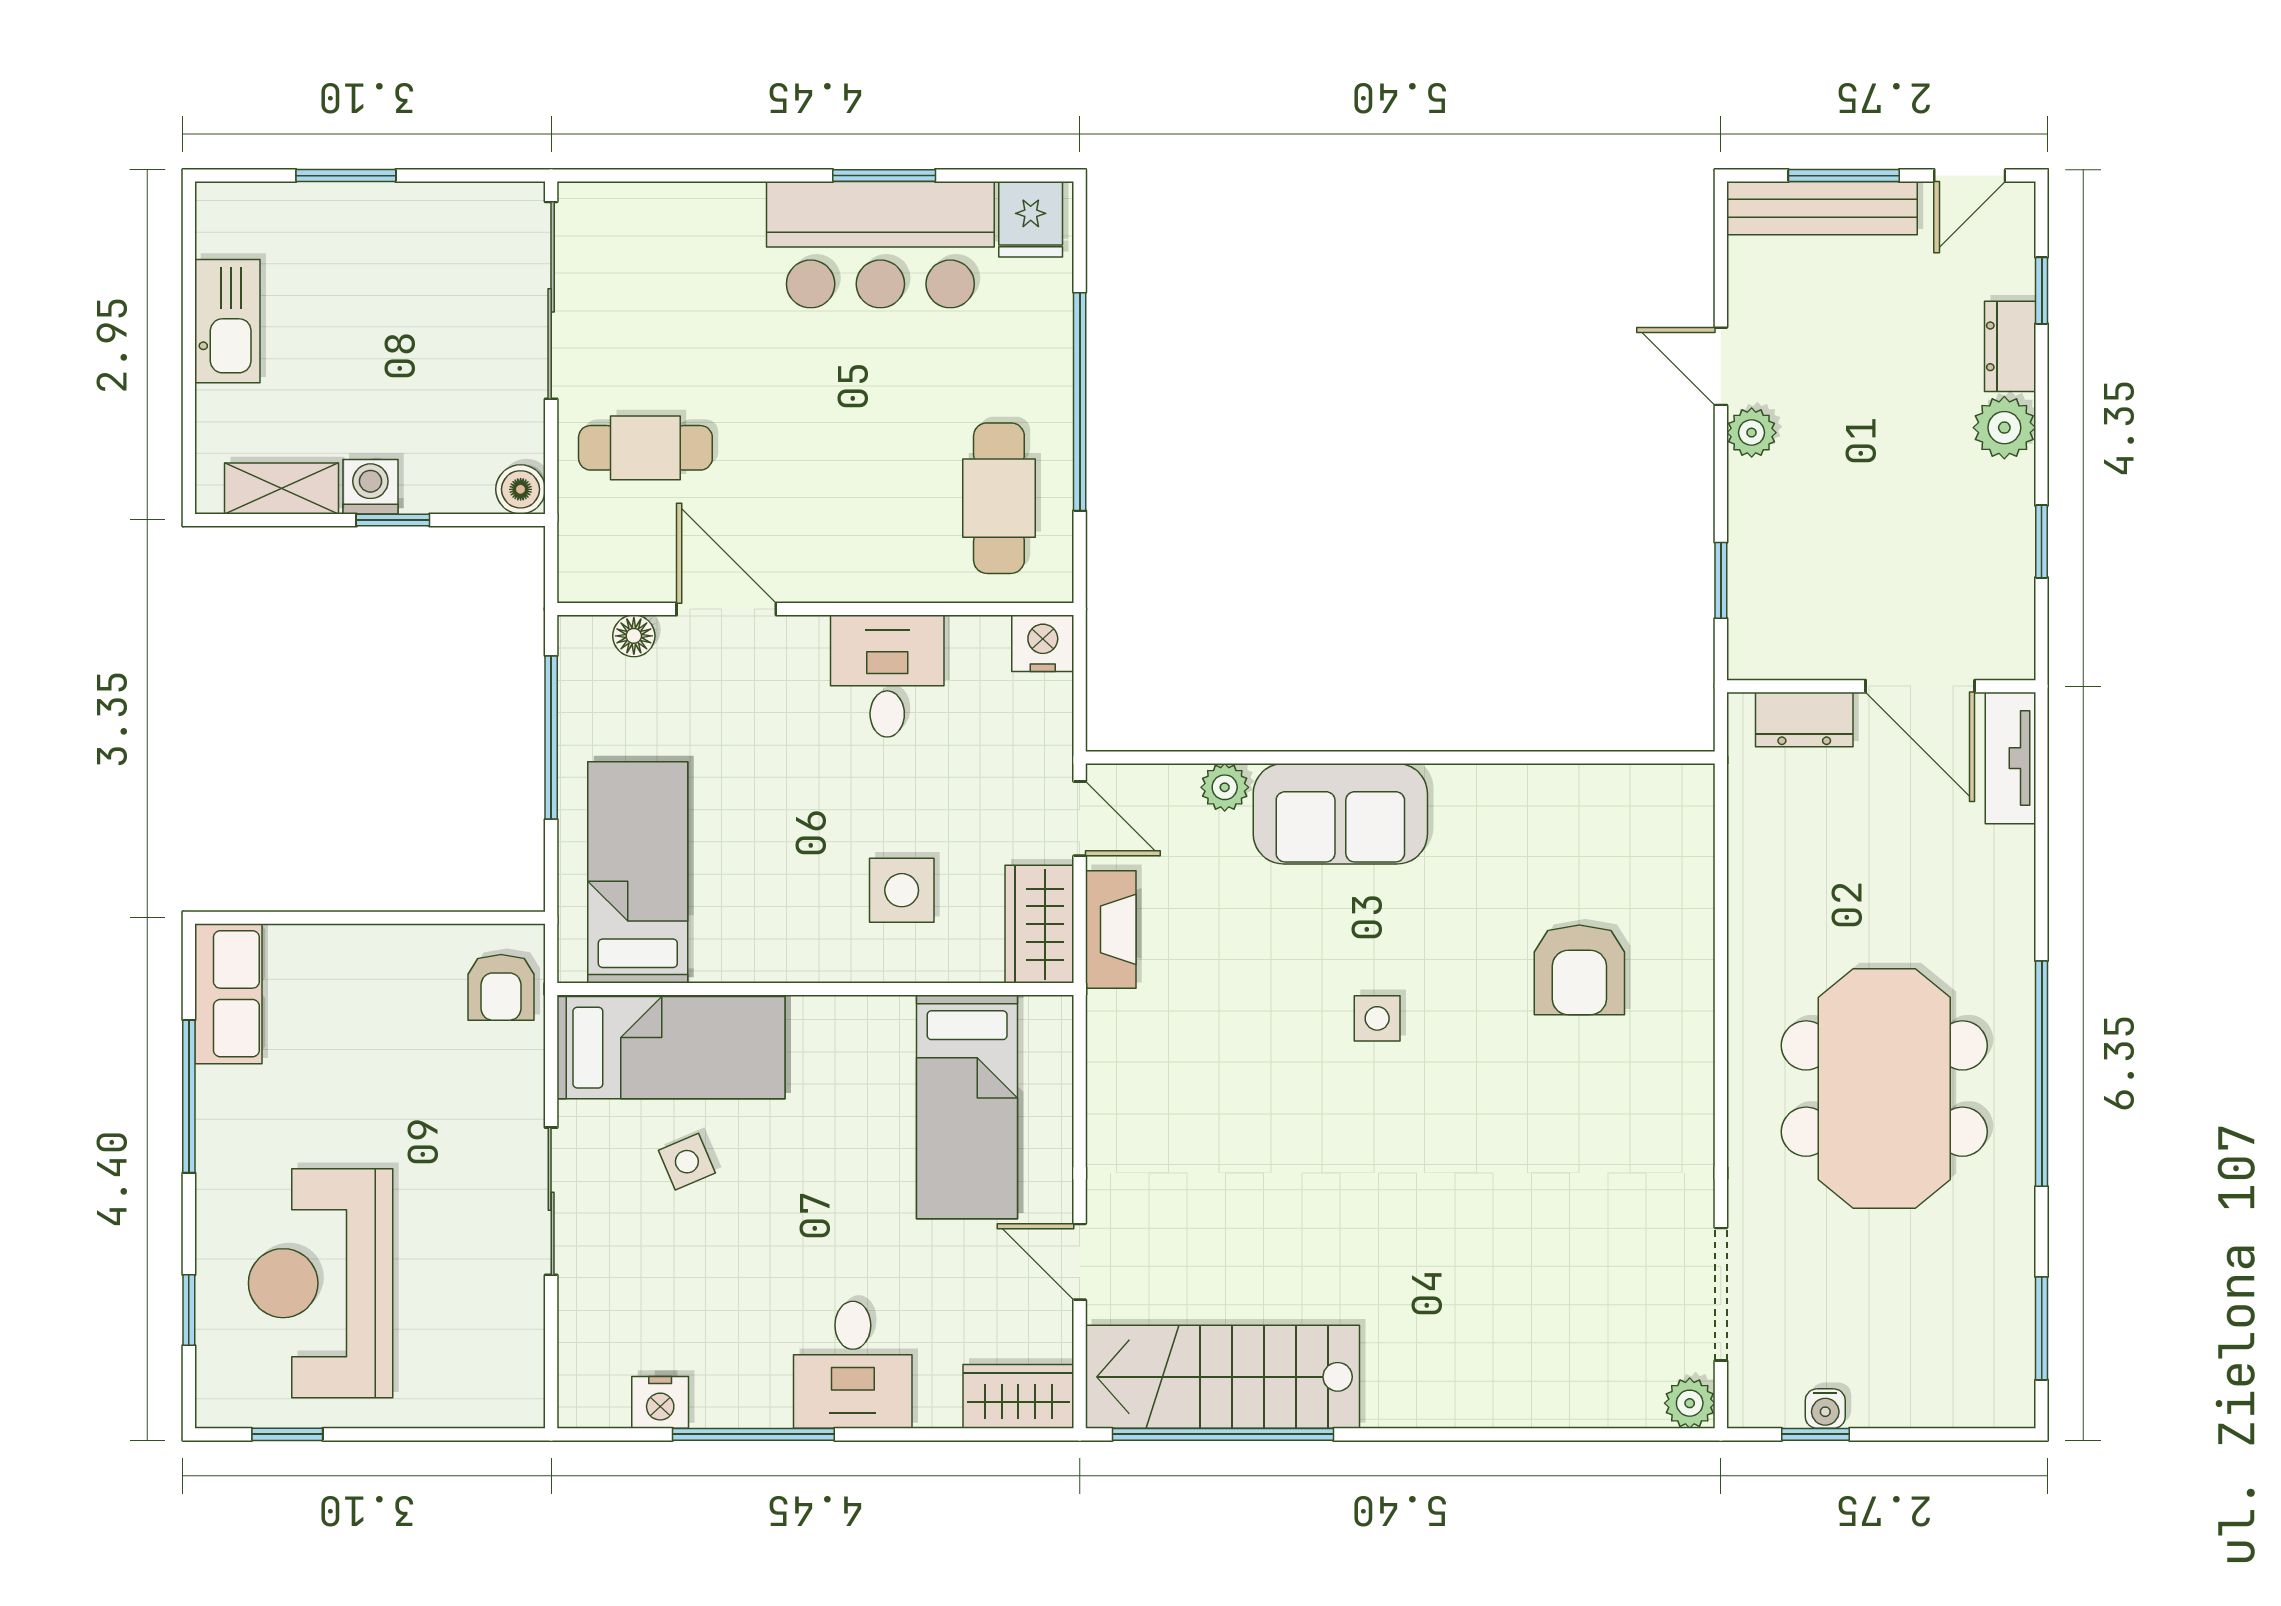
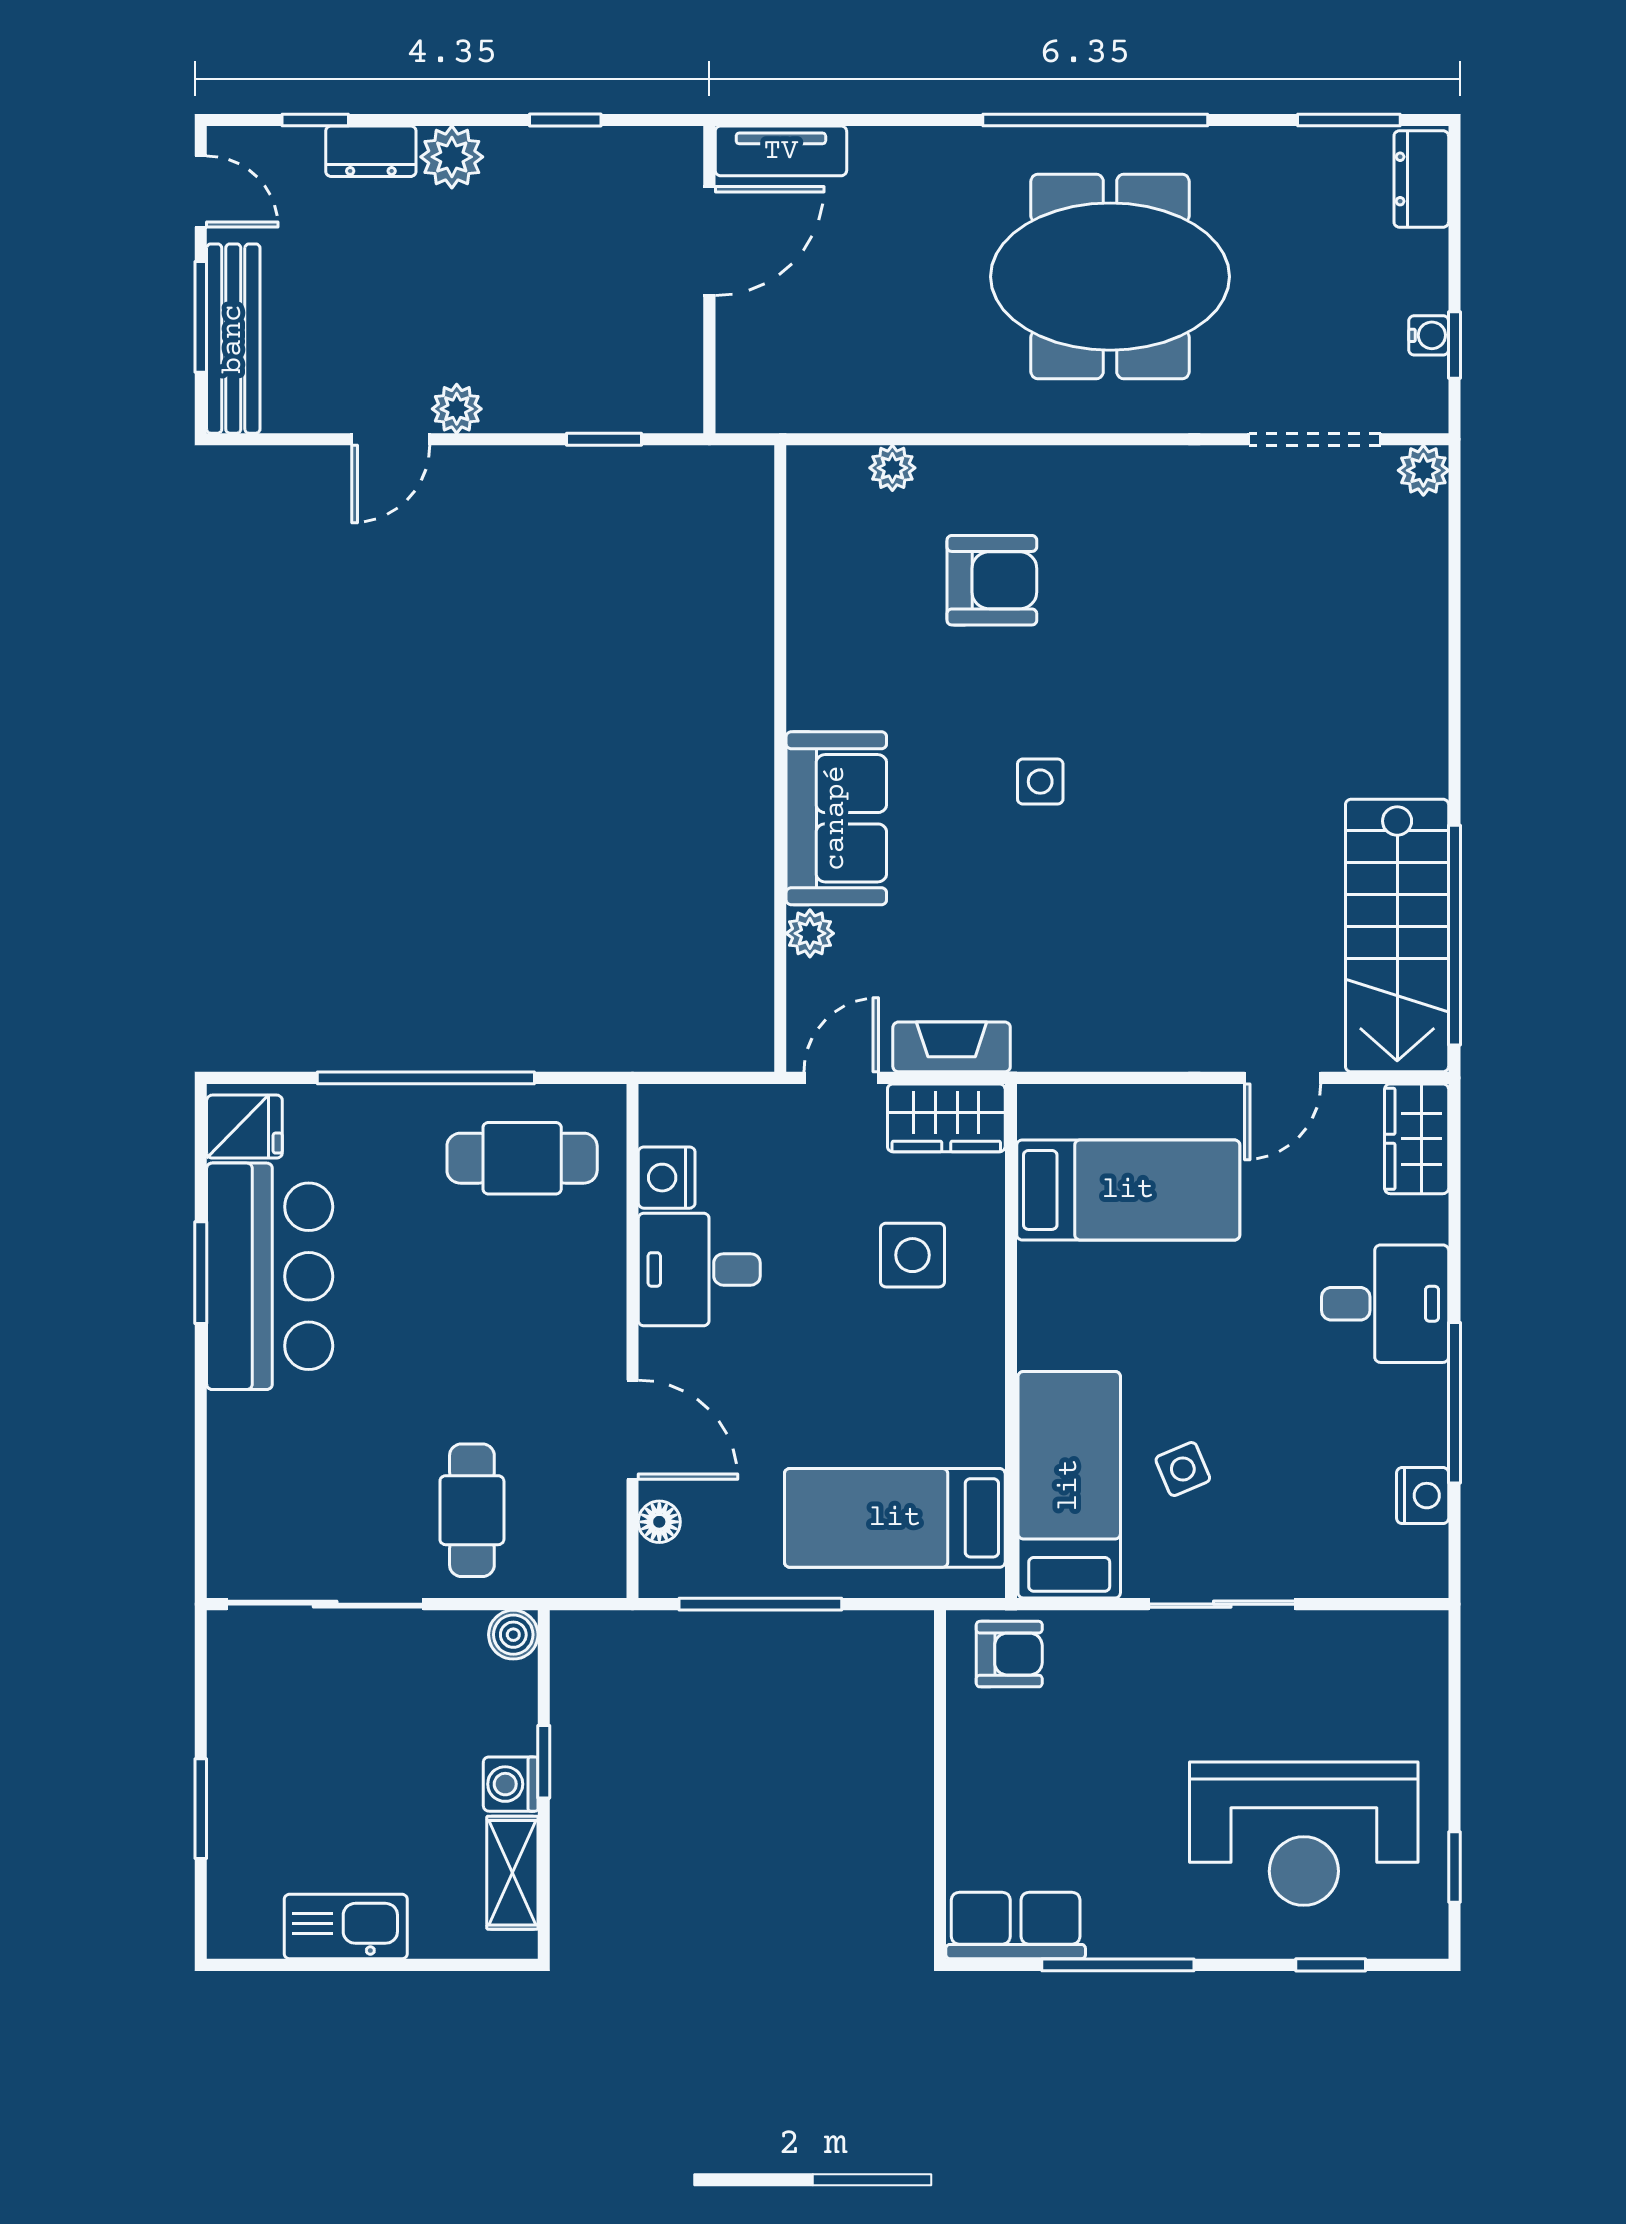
door: (726, 609) -> (632, 1430), swing flipped
nightstand: (1043, 643) -> (667, 1178), moved
dresser: (1804, 719) -> (1421, 179), moved, turned 180
plant: (1692, 870) -> (892, 468), added

